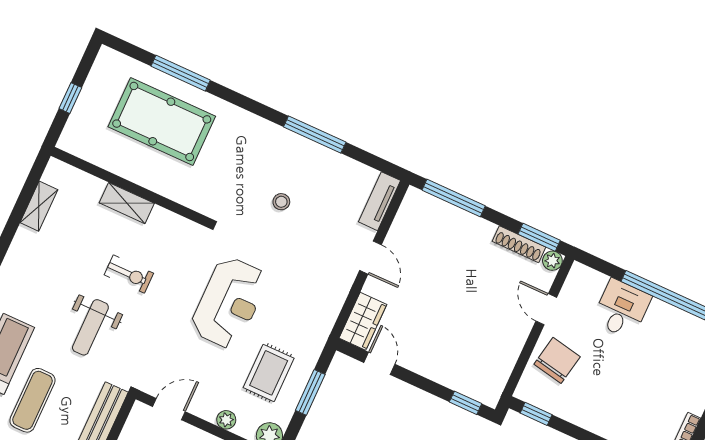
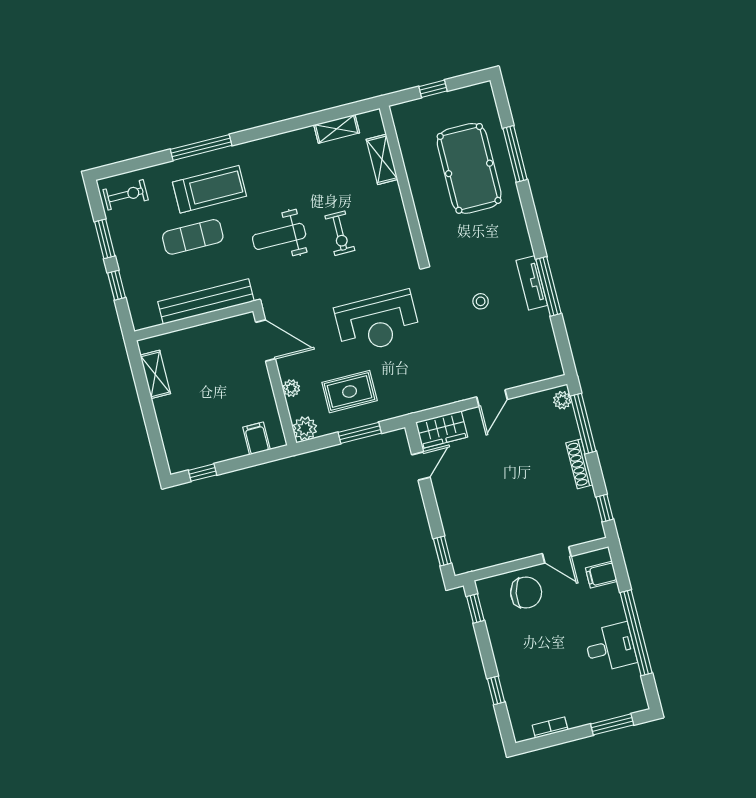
tv unit: (379, 201) -> (532, 283), moved, turned -90
shelving: (127, 203) -> (382, 159), moved
window: (539, 237) -> (605, 508), width x0.67
shoe rack: (519, 244) -> (579, 464), moved
plant: (552, 261) -> (562, 400), moved
filing cabinet: (593, 285) -> (601, 575), added
door: (546, 309) -> (557, 555), swing flipped
desk: (622, 309) -> (610, 647), moved
door: (169, 409) -> (266, 340), width x1.38

